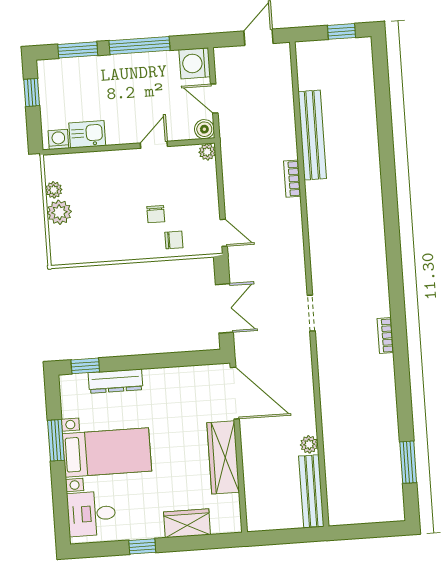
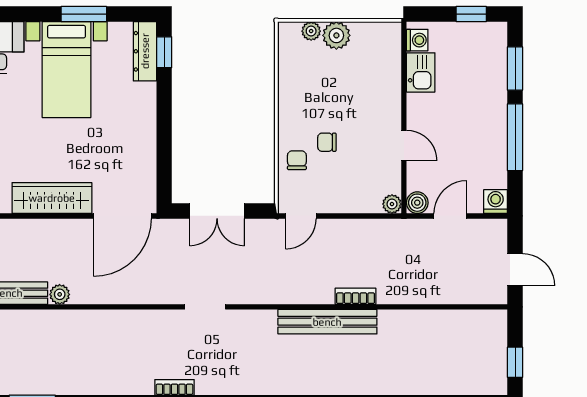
washing machine: (195, 63) -> (496, 202), width x0.73, depth x0.73
bench: (312, 135) -> (327, 322), moved
plant: (54, 190) -> (311, 31), moved
chair: (174, 240) -> (297, 160), turned 180
dresser: (115, 381) -> (145, 51), moved

